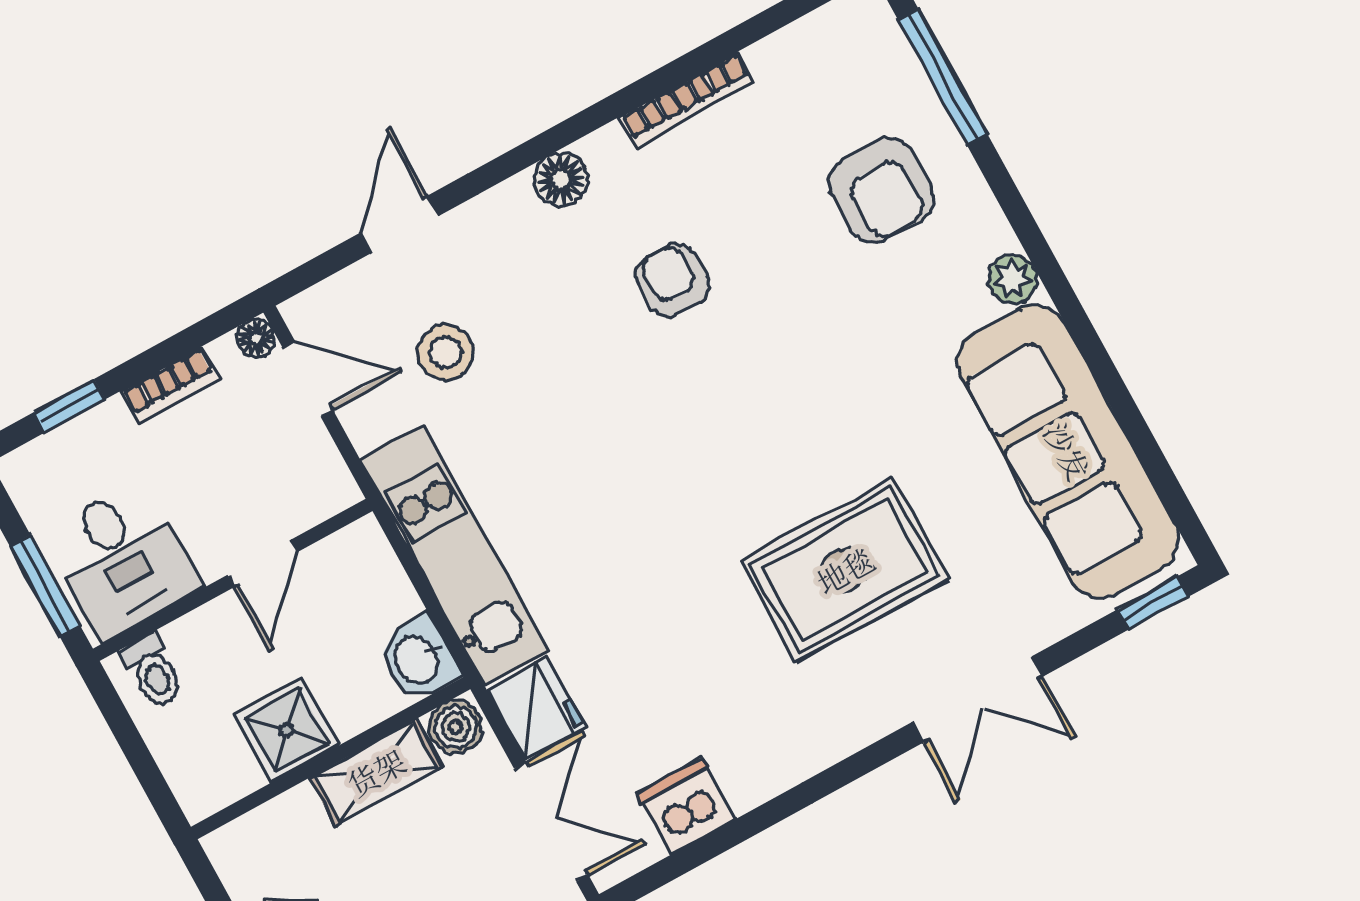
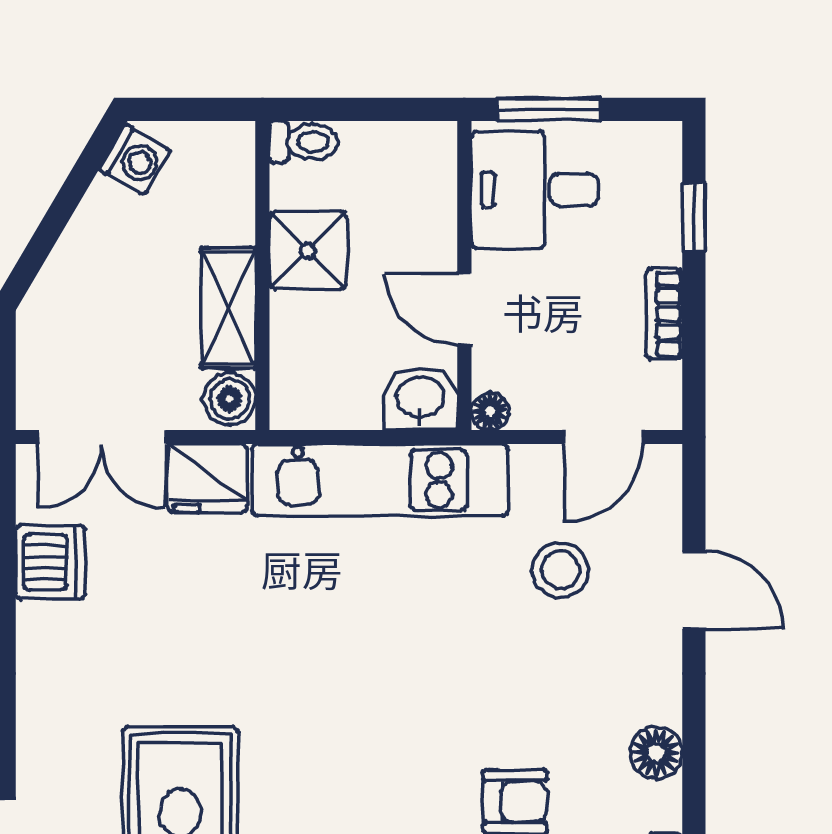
floor lamp: (256, 338) -> (490, 411), moved
washbasin: (418, 659) -> (420, 399), moved
toilet: (153, 671) -> (304, 142), moved, turned 180

